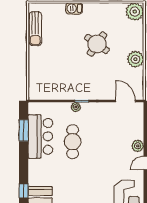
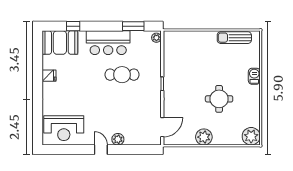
round table: (97, 44) -> (219, 99), turned -35
plant: (76, 107) -> (156, 38), moved
bar counter: (40, 136) -> (108, 43), moved

